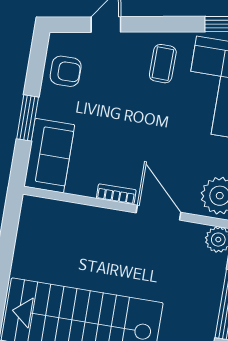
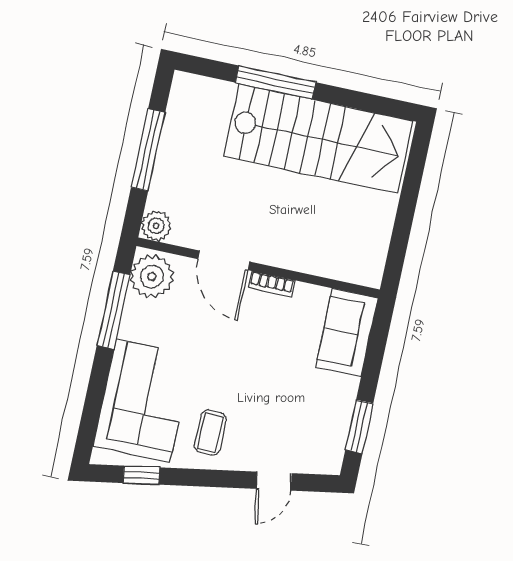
armchair: (66, 71) -> (323, 429), removed
window: (28, 118) -> (359, 427), moved

